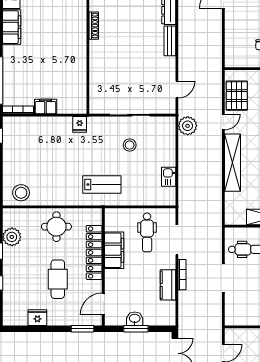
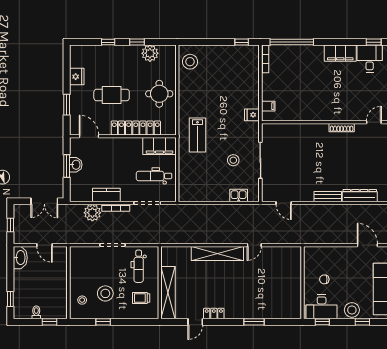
pallet: (237, 96) -> (278, 257), removed
filing cabinet: (46, 107) -> (268, 106), moved, width x0.50
door: (223, 122) -> (254, 245), hinge flipped
plant: (188, 126) -> (92, 213), moved
kitchen sink: (169, 177) -> (239, 196), moved
filing cabinet: (114, 250) -> (159, 146), moved
window: (82, 329) -> (67, 105), moved

